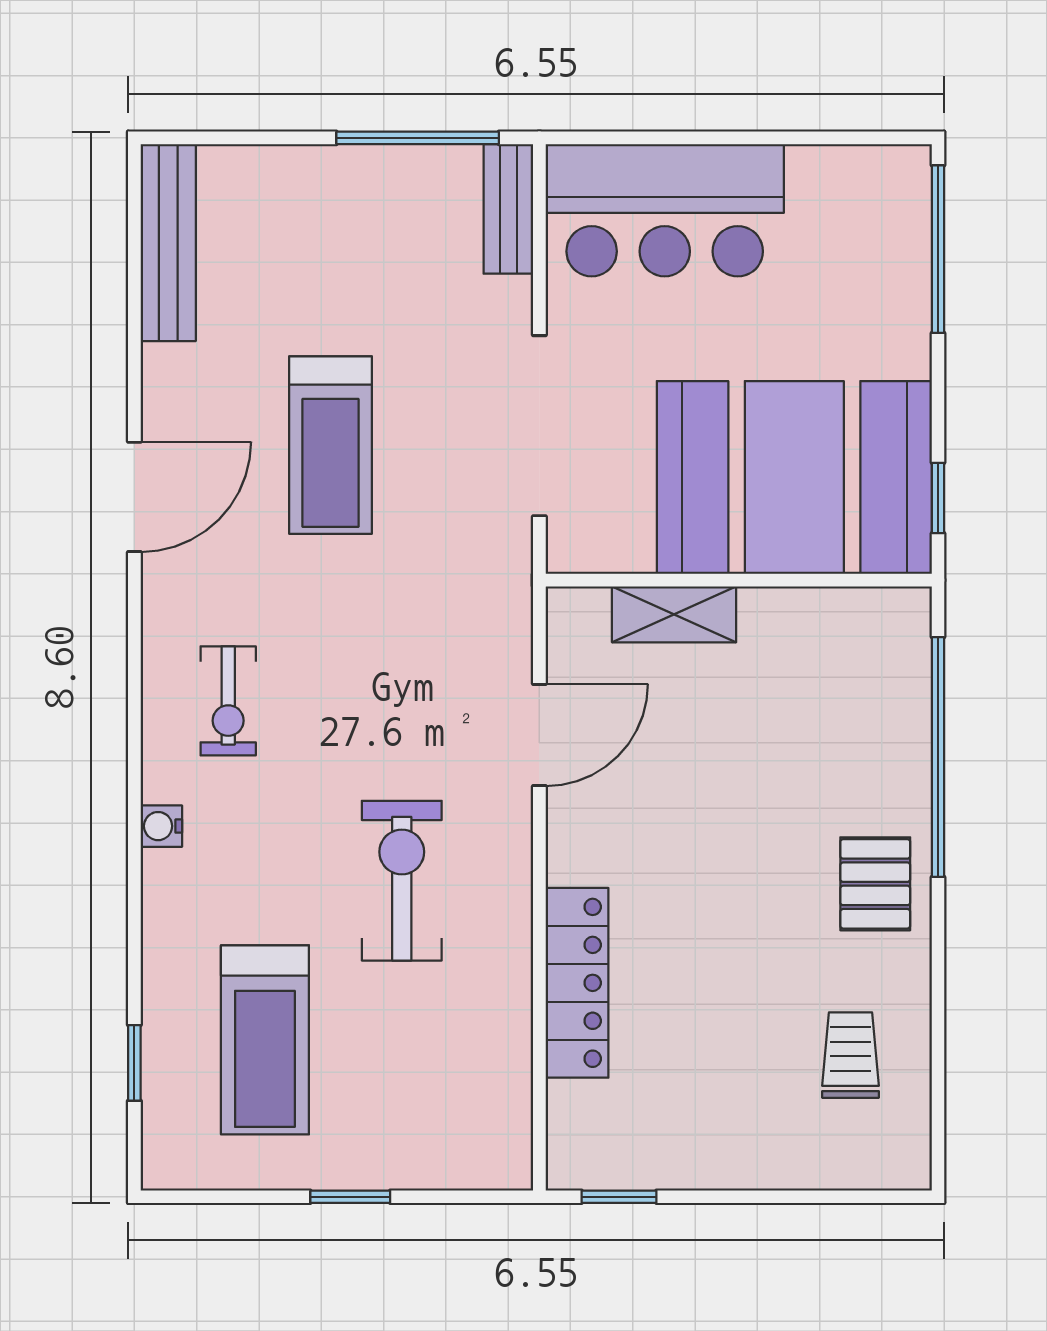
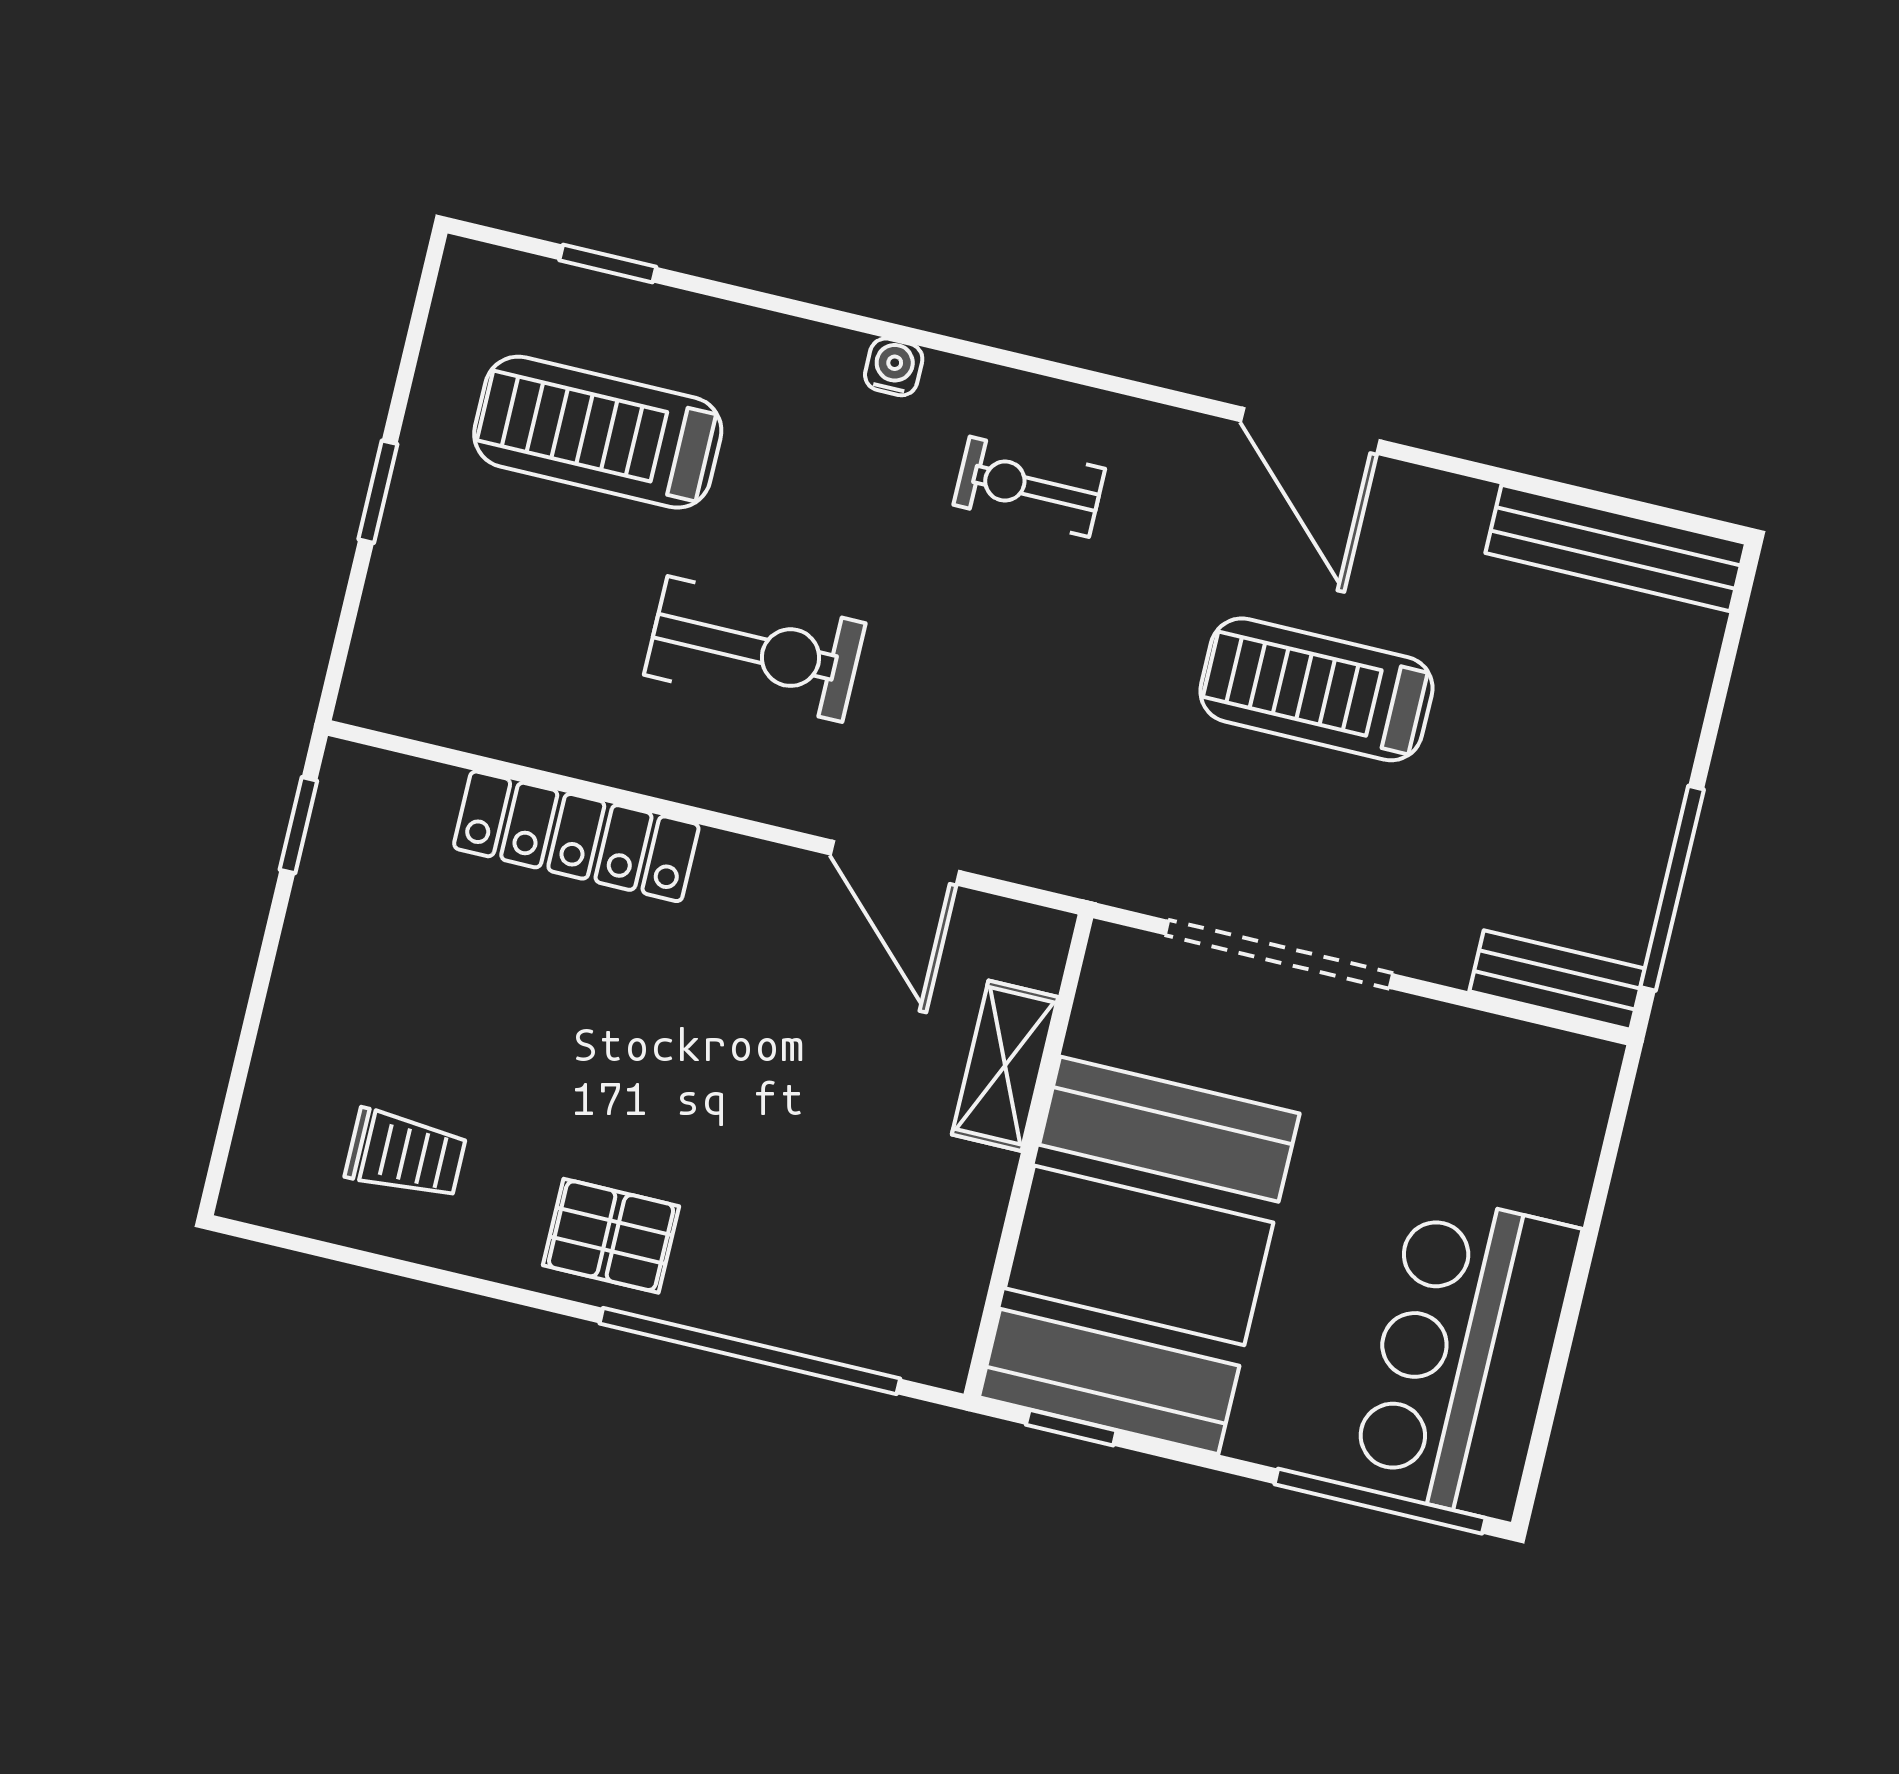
bar counter: (665, 210) -> (1465, 1357), moved

